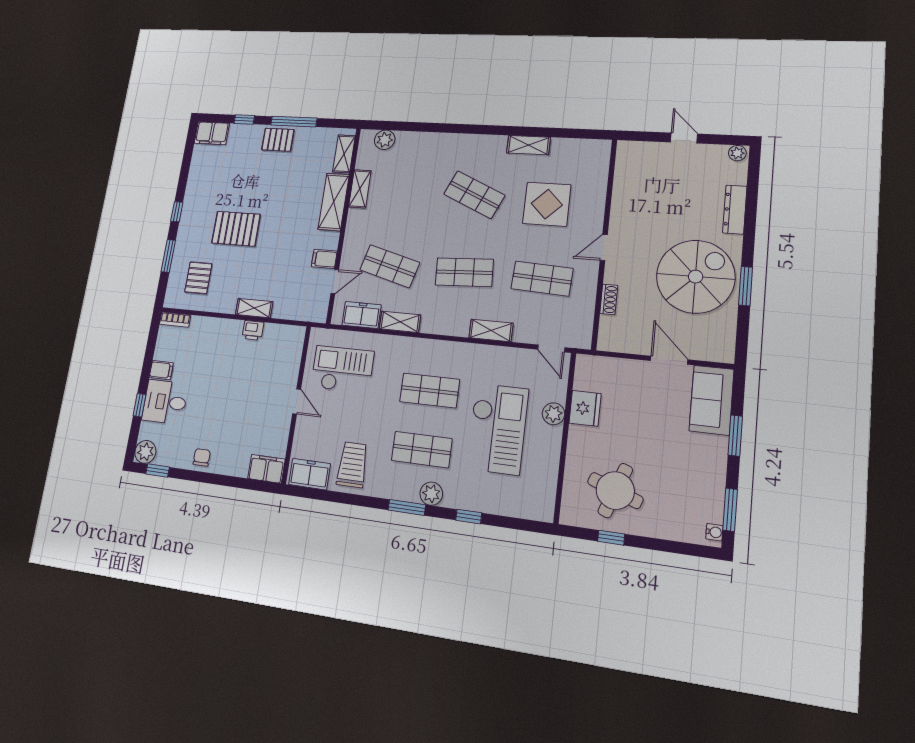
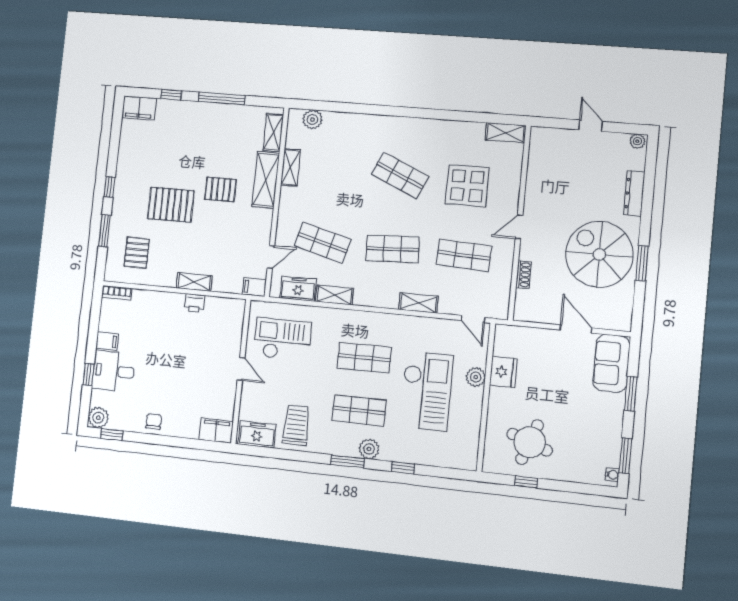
pallet: (278, 140) -> (221, 189), moved
shelving: (528, 145) -> (506, 133), moved
filing cabinet: (324, 259) -> (254, 287), moved
spiral stairs: (696, 277) -> (599, 254), turned -90

